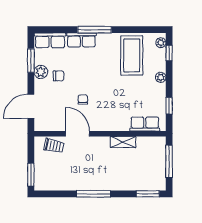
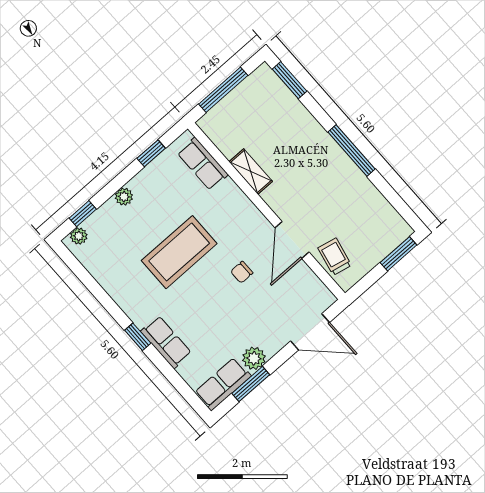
window: (95, 30) -> (138, 337), width x0.46
row of seats: (50, 40) -> (223, 384), moved, turned -90
coffee table: (132, 55) -> (179, 252), moved
chair: (59, 76) -> (239, 331), removed

